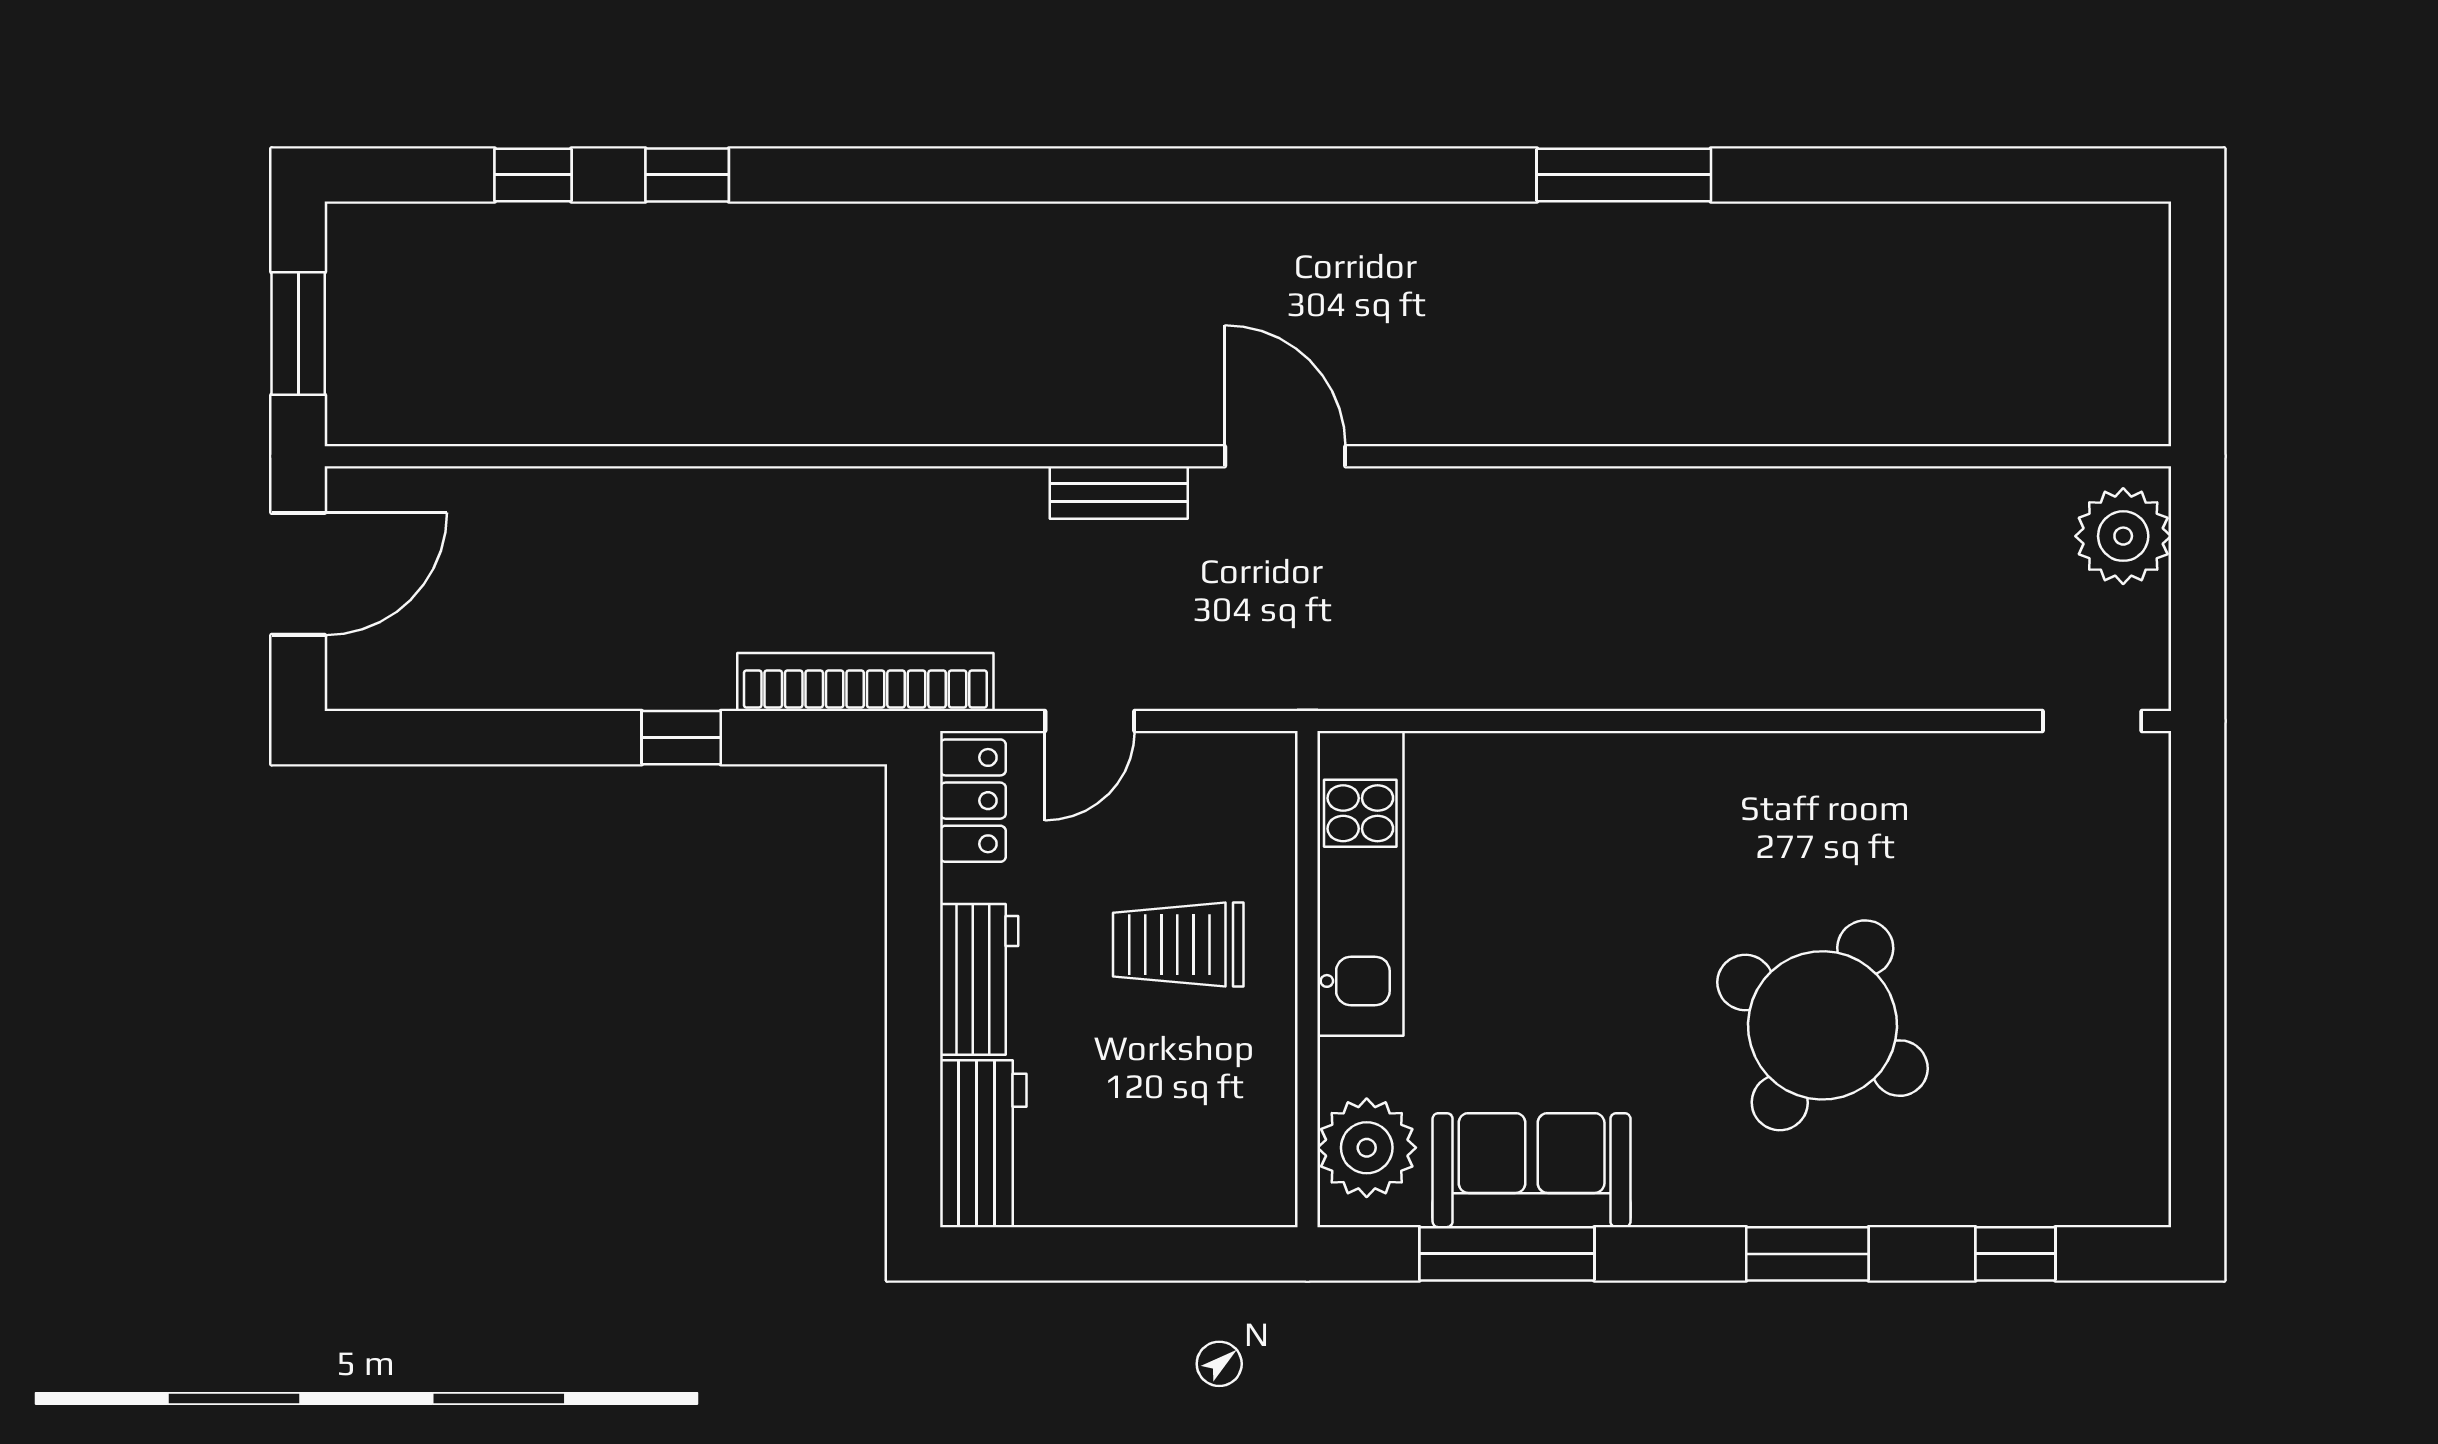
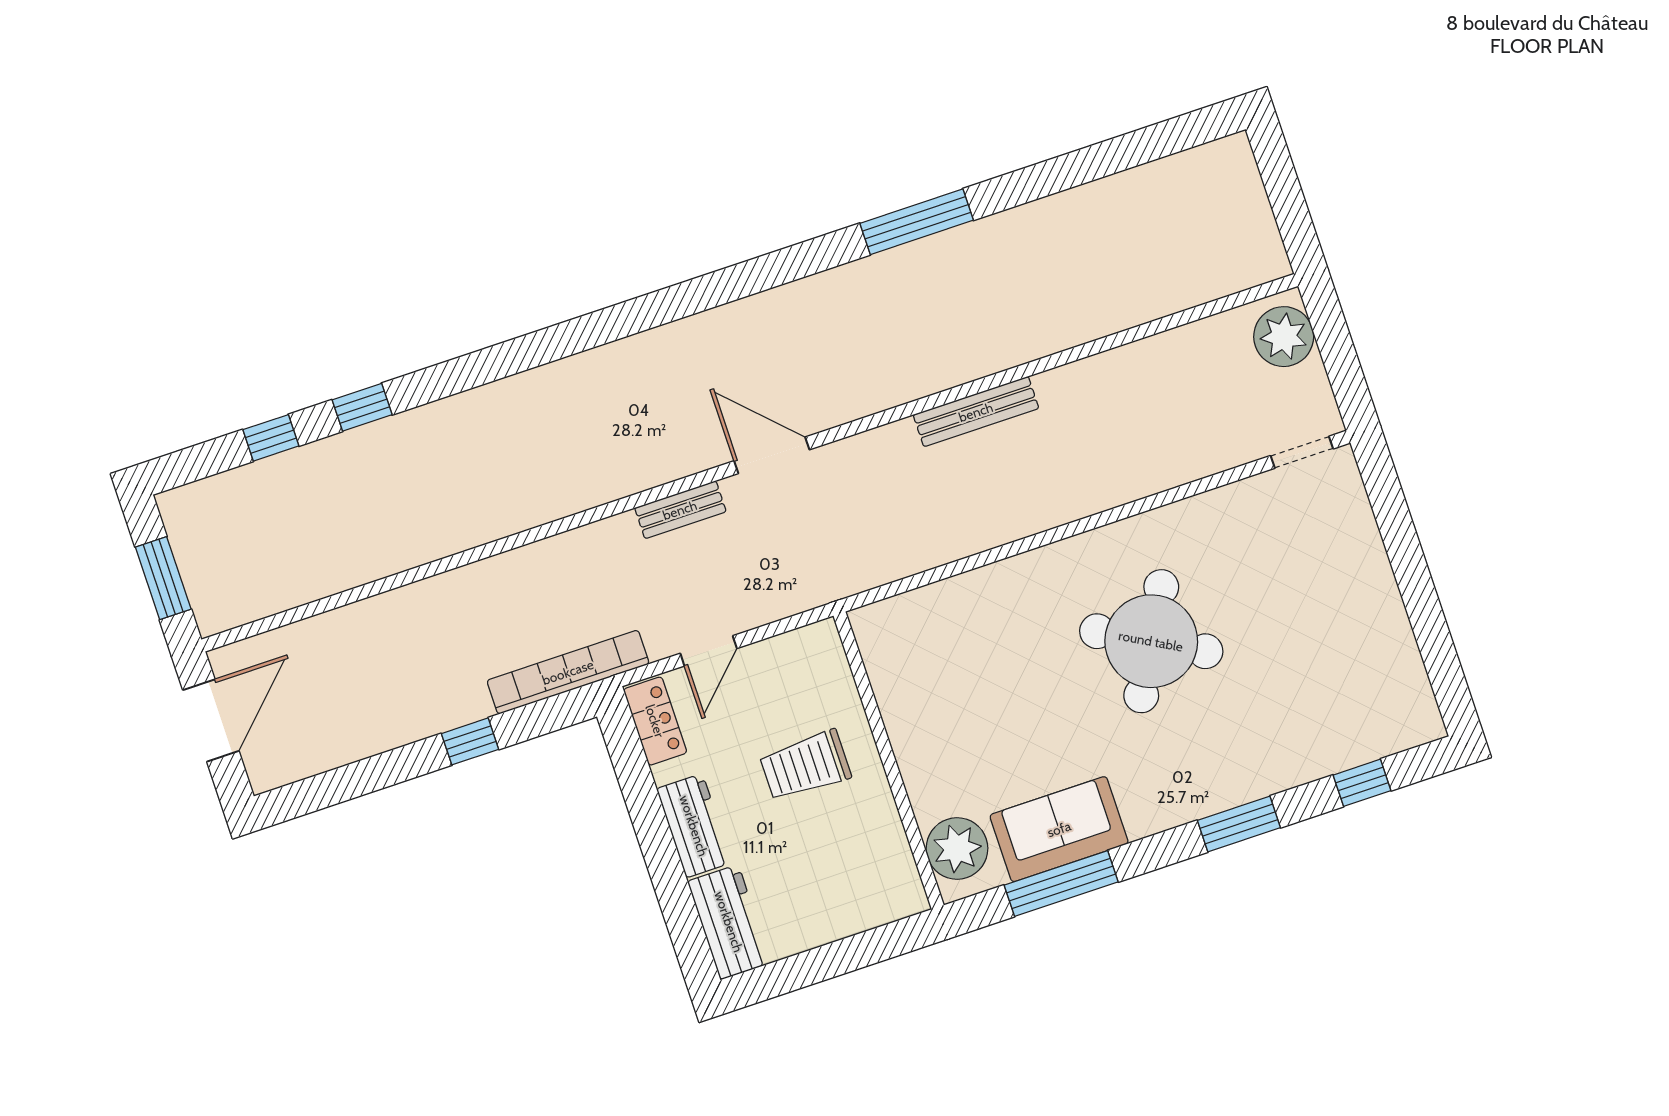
bench: (1618, 493) -> (976, 412), added
kitchen unit: (1360, 883) -> (901, 693), removed
round table: (1822, 1025) -> (1151, 641), moved

